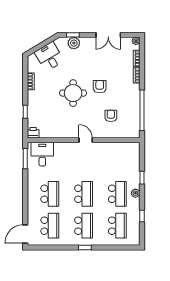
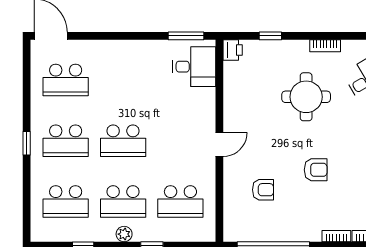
round table: (73, 93) -> (306, 97), moved
school desk: (50, 194) -> (180, 202), moved

